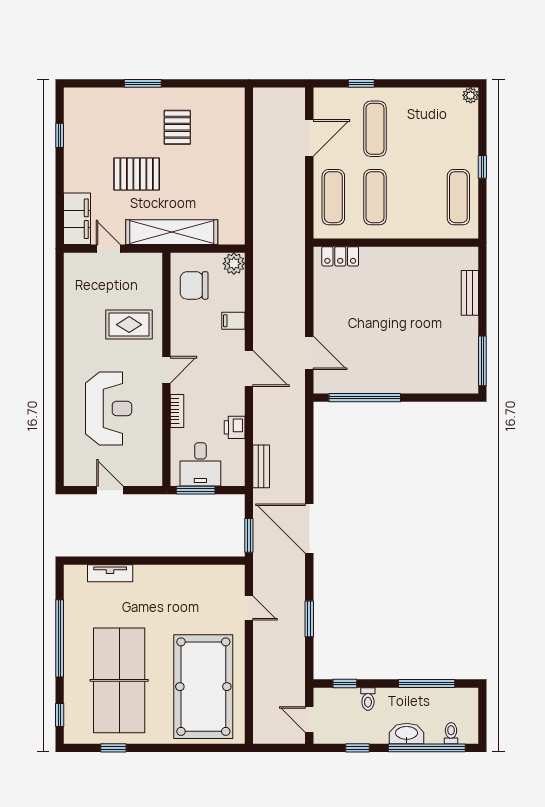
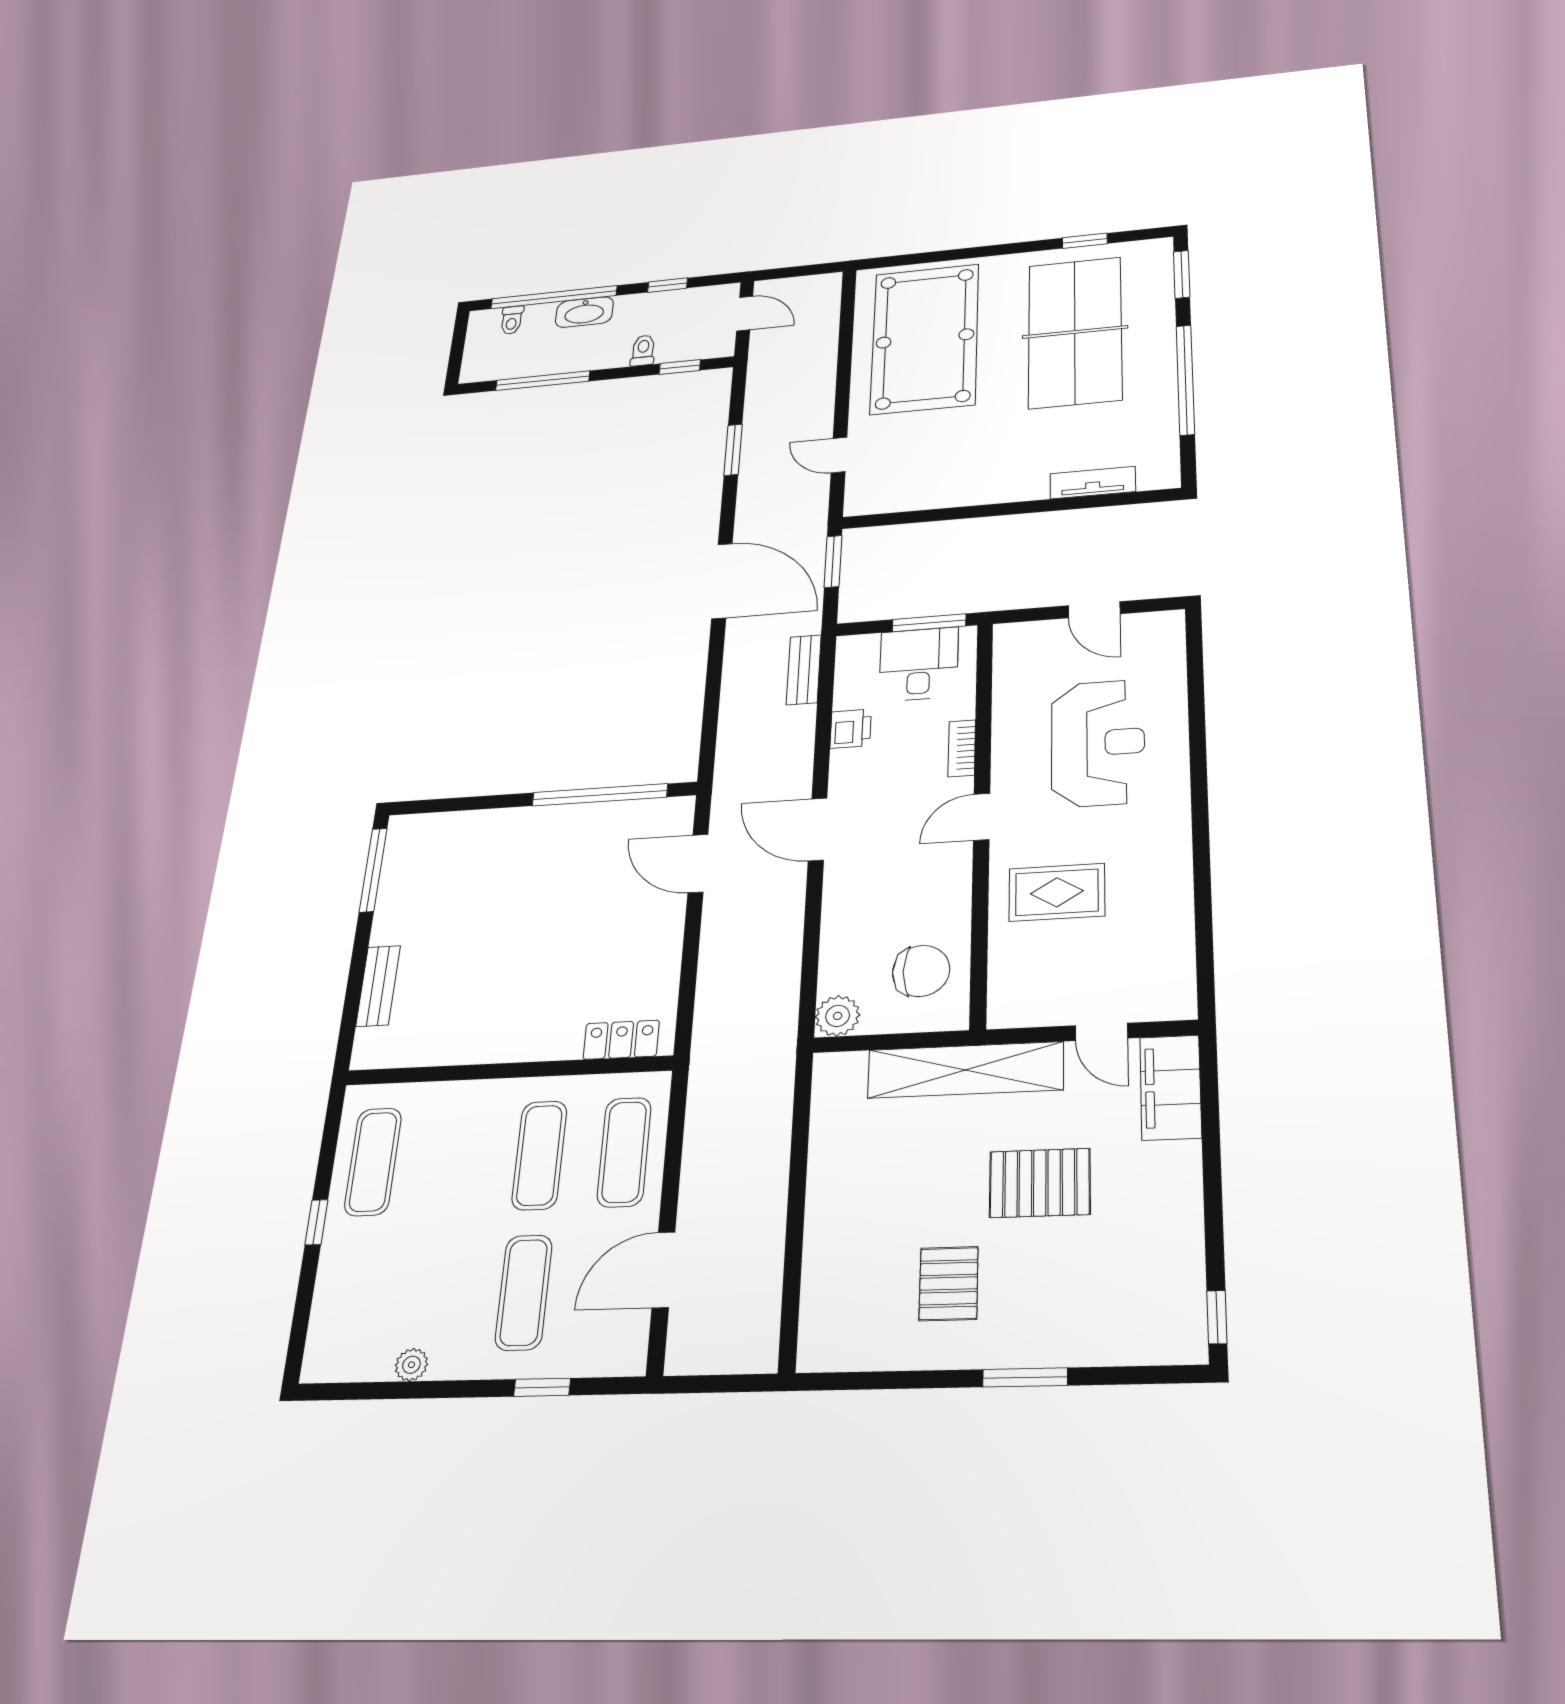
plant: (471, 95) -> (411, 1365), moved
window: (60, 135) -> (1217, 1317), moved
filing cabinet: (233, 321) -> (844, 911), removed
reception desk: (109, 408) -> (1098, 743), turned 180
window: (60, 715) -> (1182, 274), width x1.50

